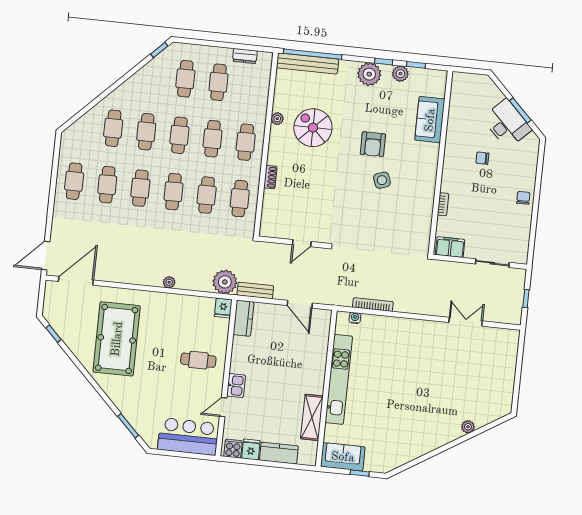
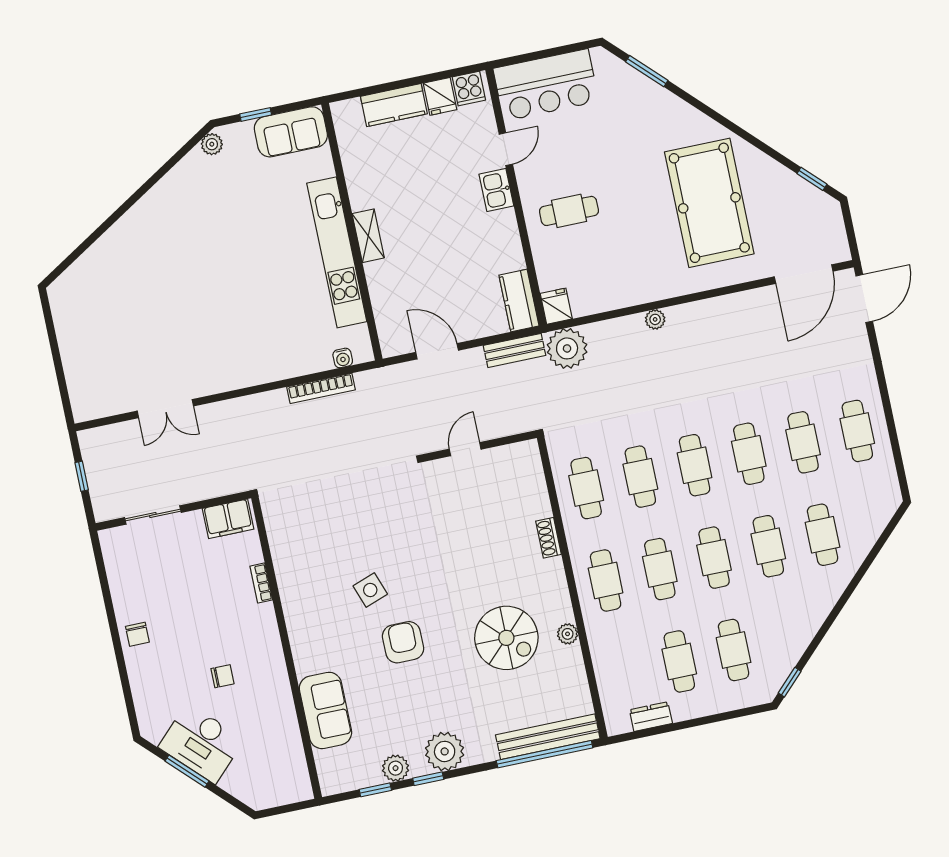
shelving: (312, 417) -> (368, 236), moved, width x0.67, depth x0.75
plant: (468, 427) -> (212, 144), moved

